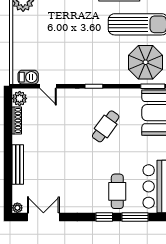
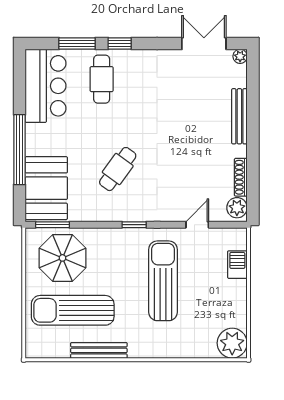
sun lounger: (73, 46) -> (163, 281), added
barbecue: (28, 77) -> (237, 265), moved, turned 90
door: (48, 86) -> (197, 225), hinge flipped
double door: (43, 217) -> (204, 44), swing flipped

